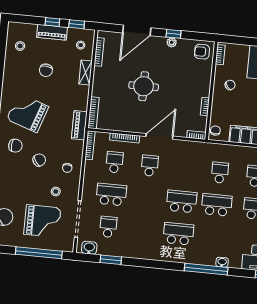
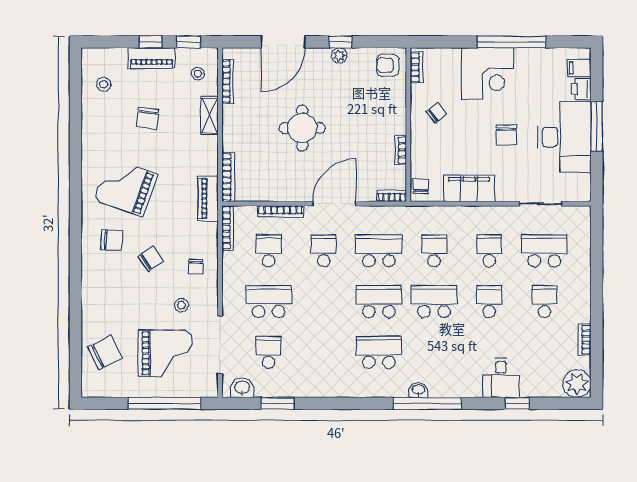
school desk: (185, 169) -> (379, 251), added
washbasin: (222, 262) -> (418, 390), moved

